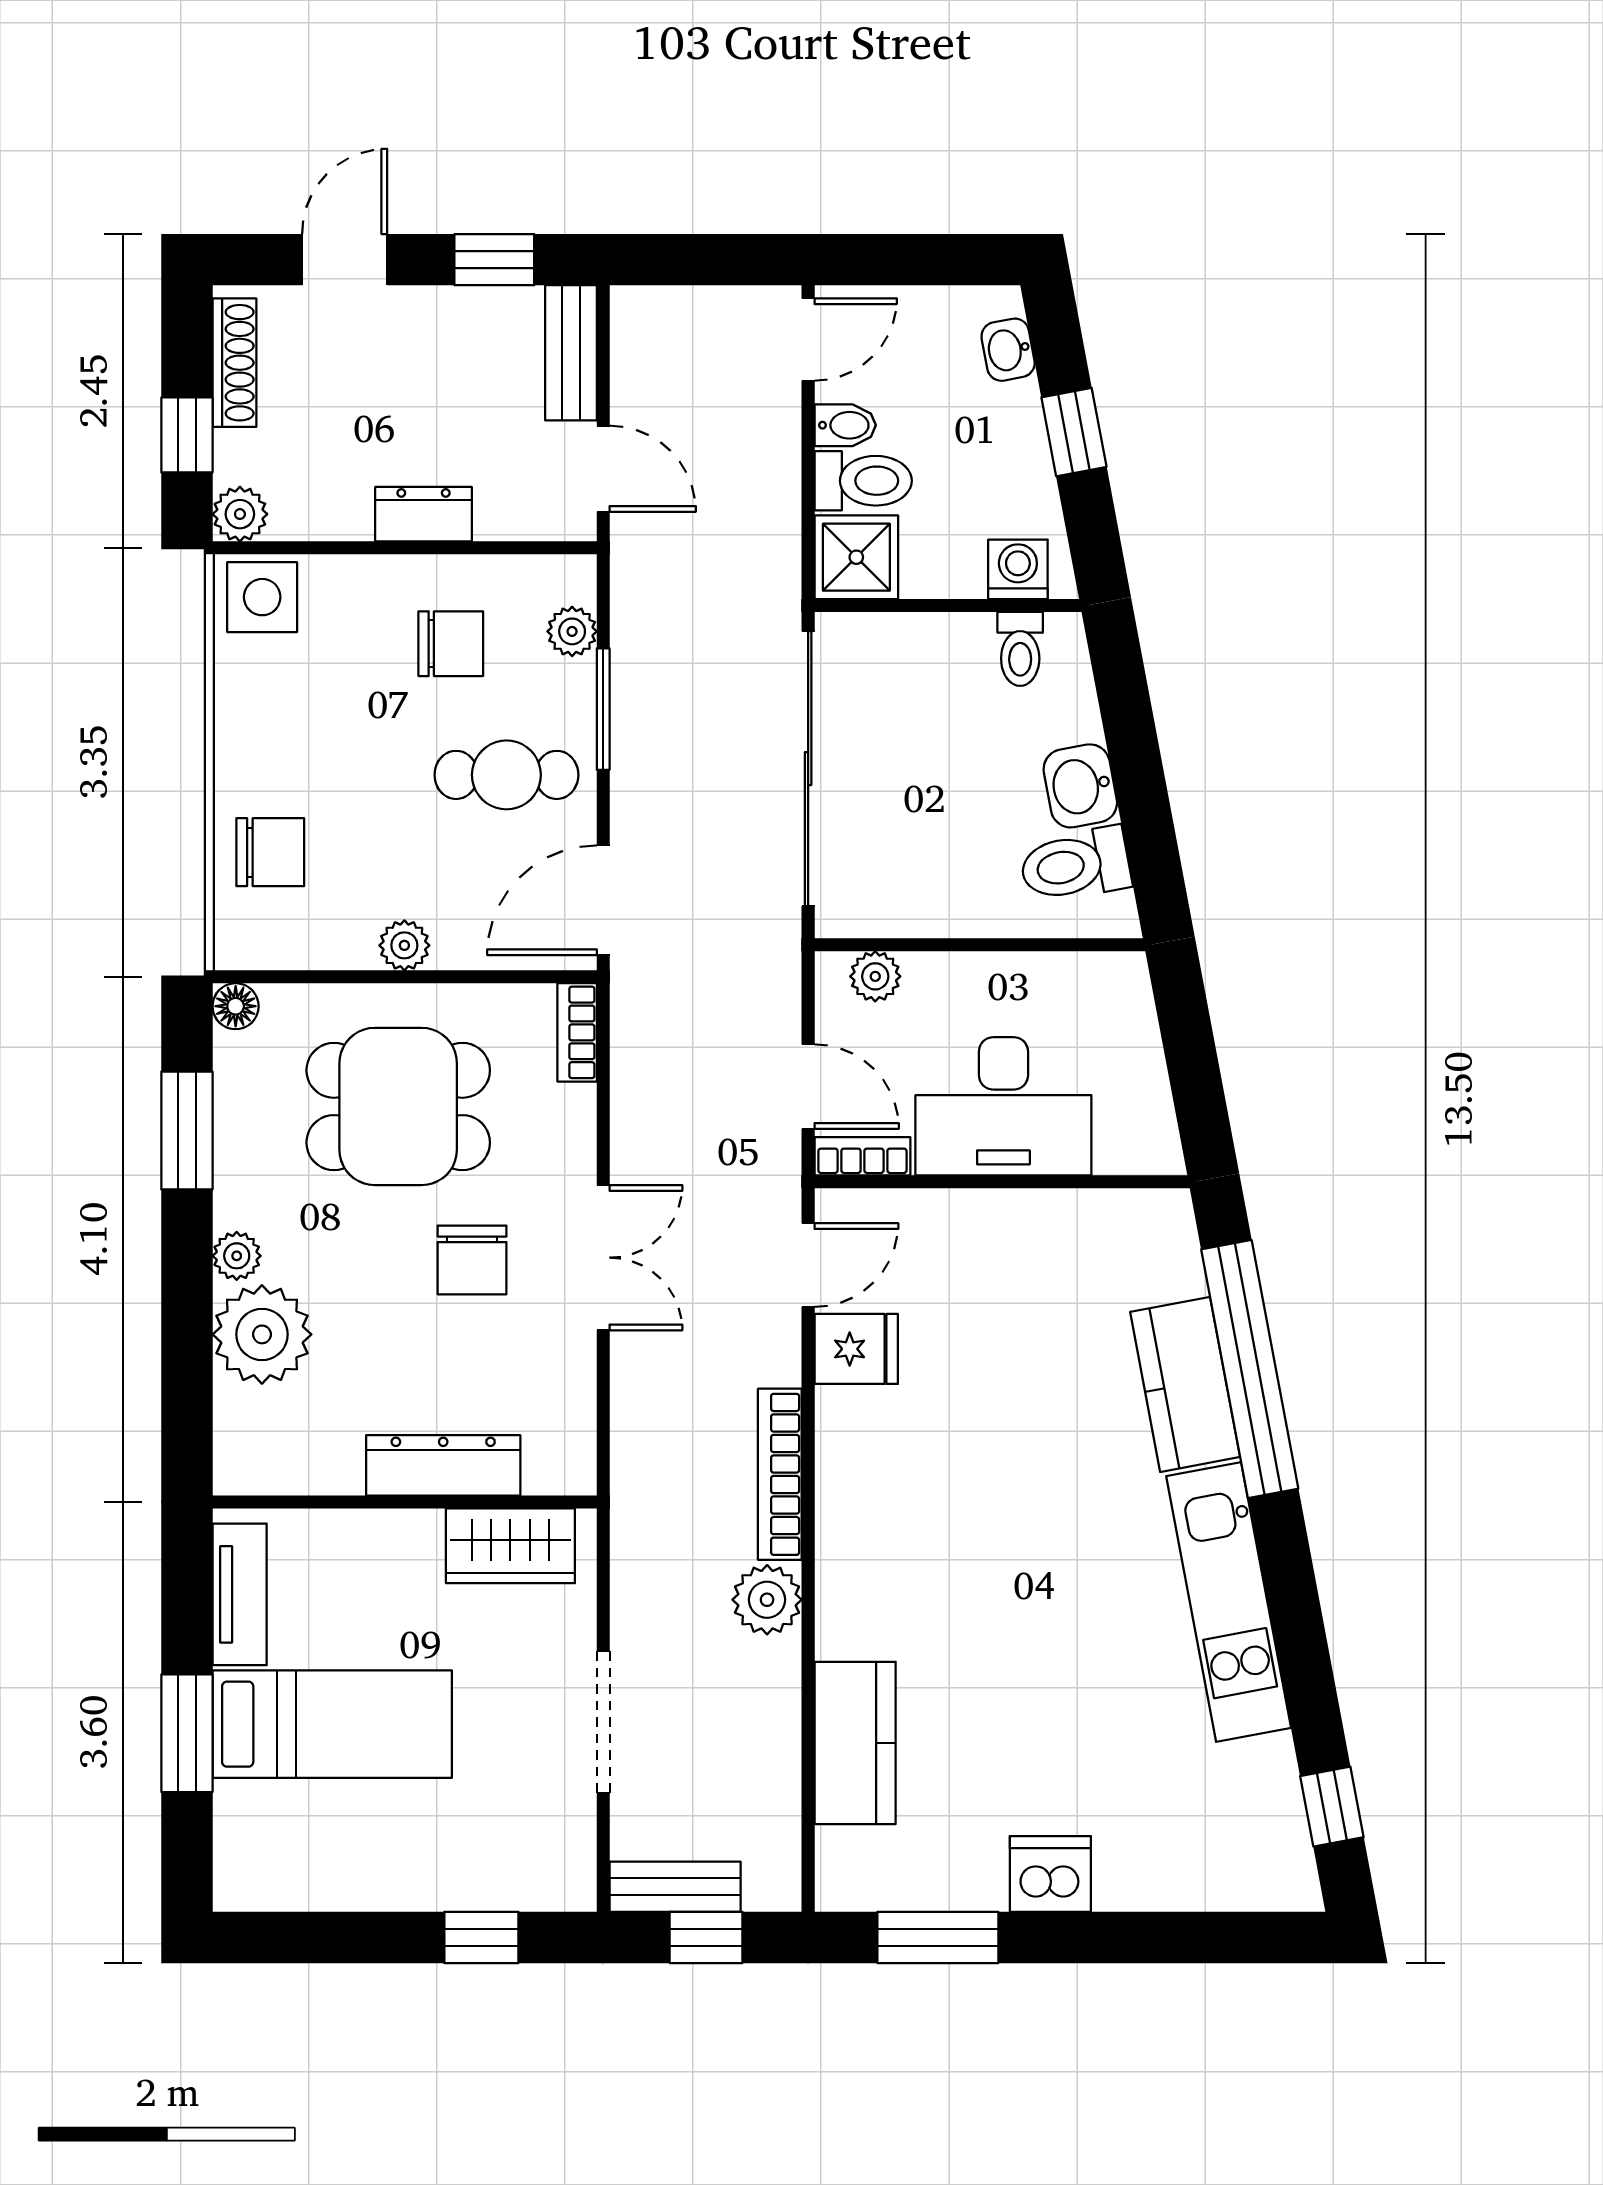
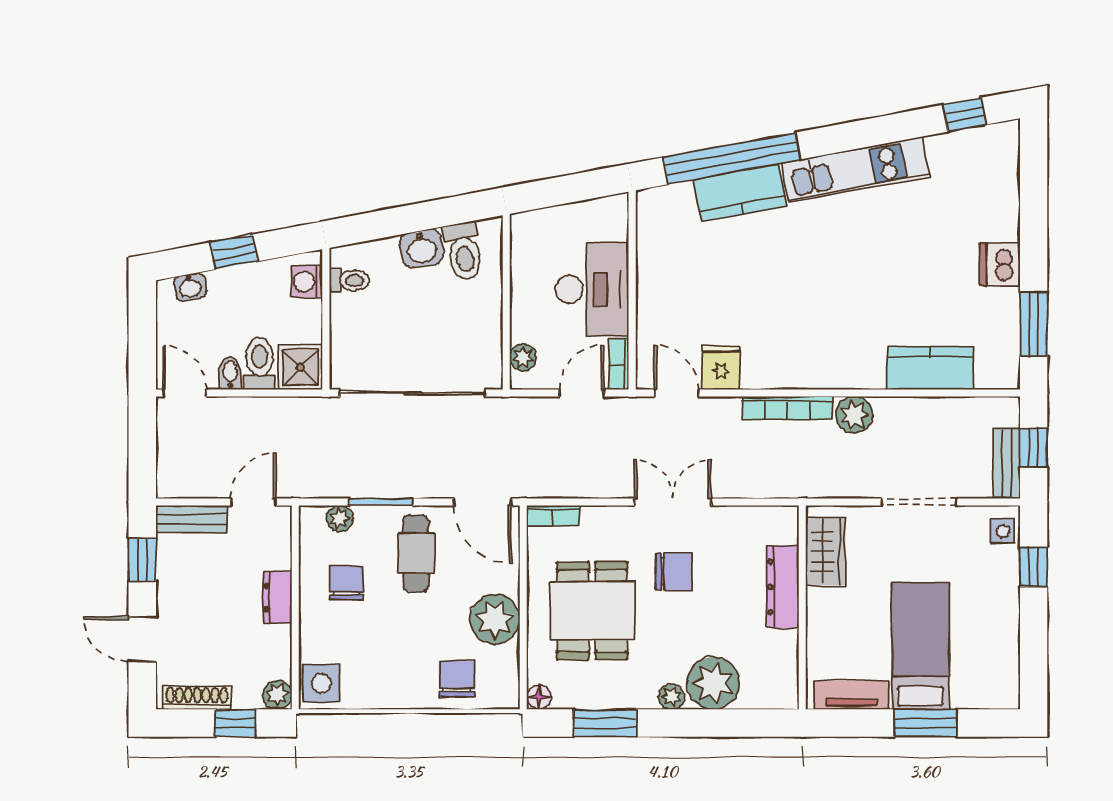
plant: (404, 945) -> (495, 619), width x1.88, depth x1.88
side table: (548, 1879) -> (1003, 531), added

